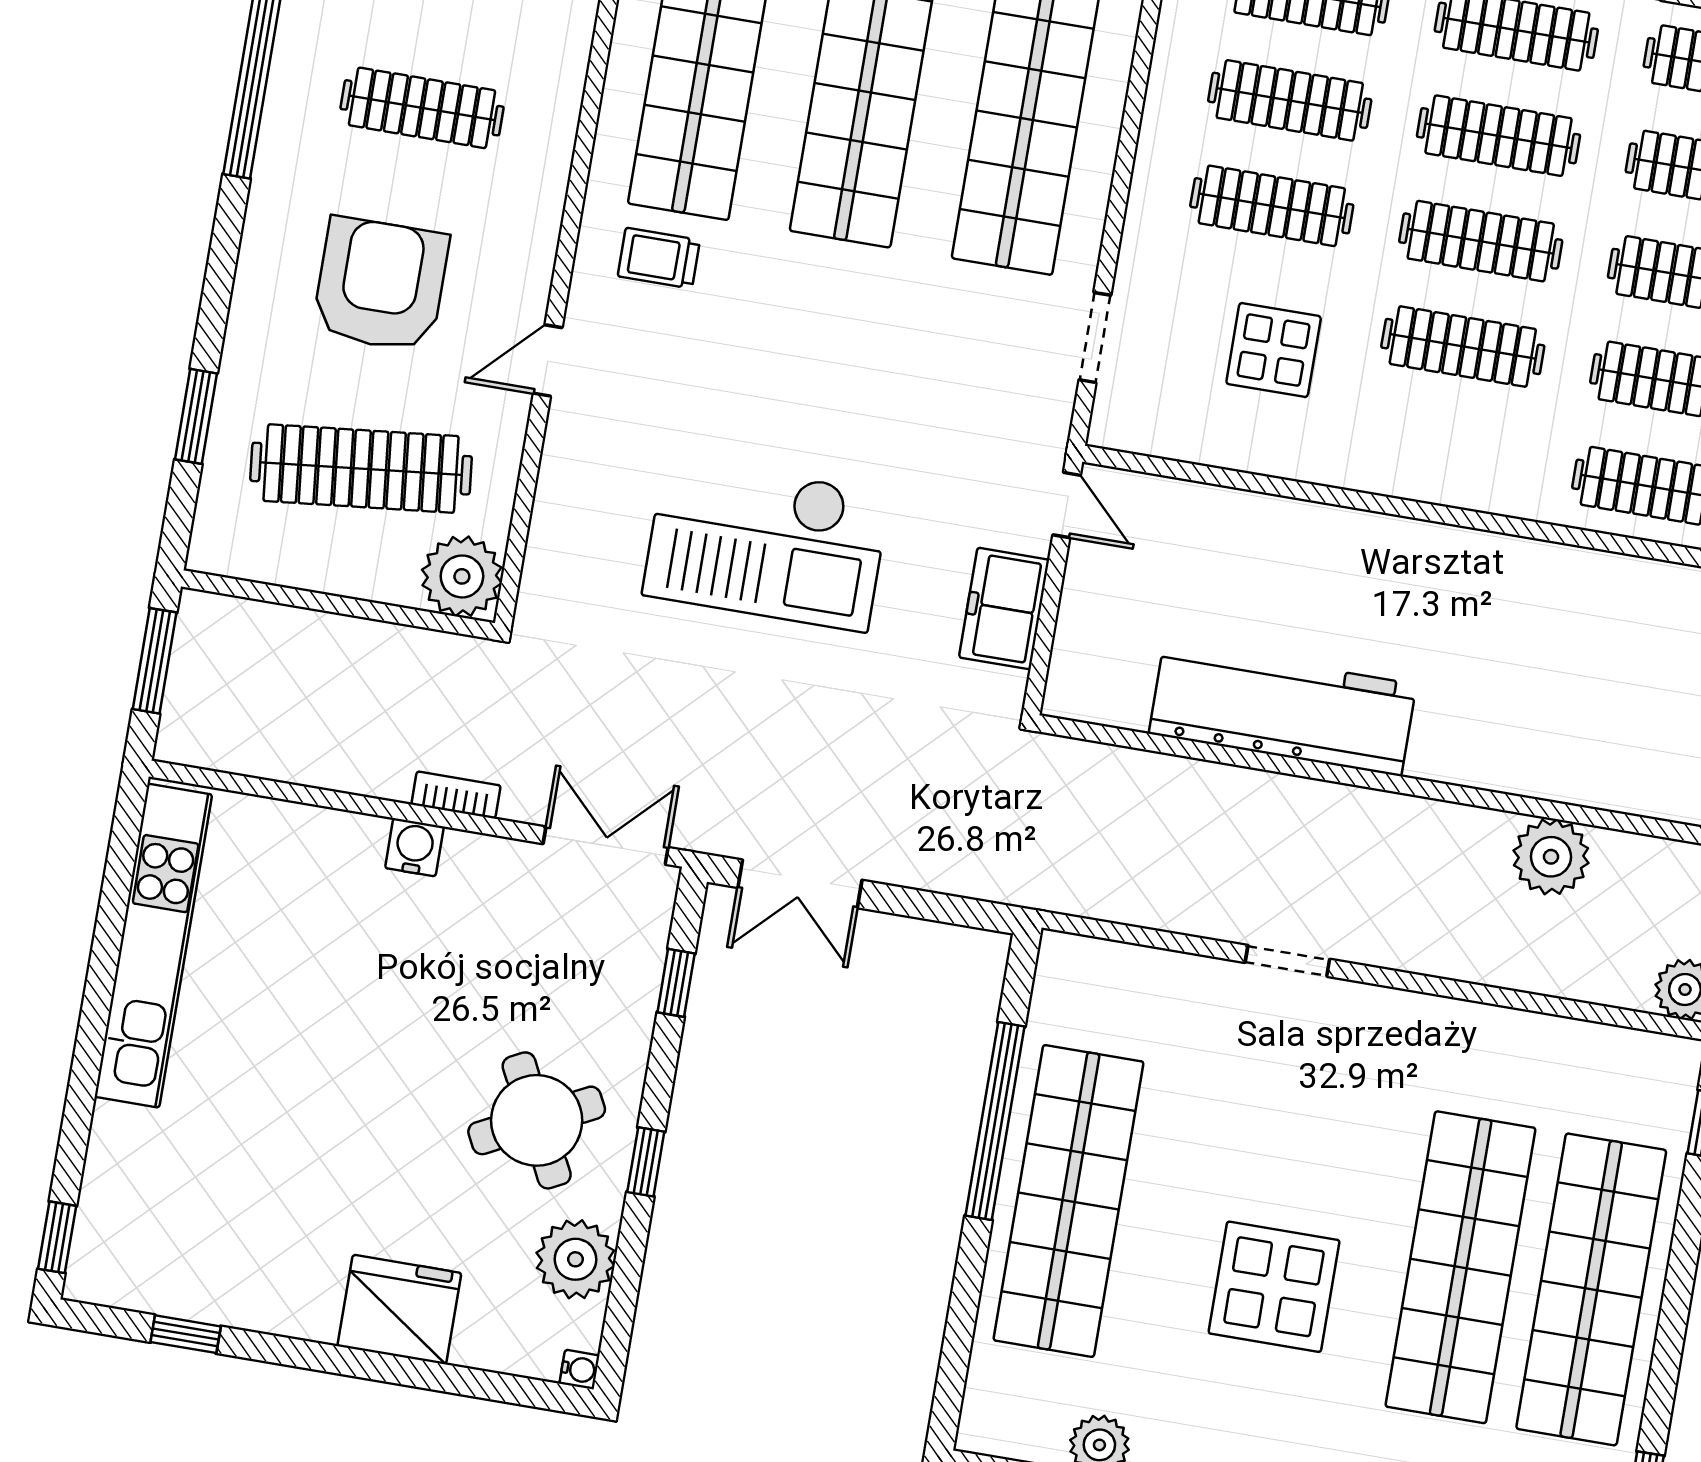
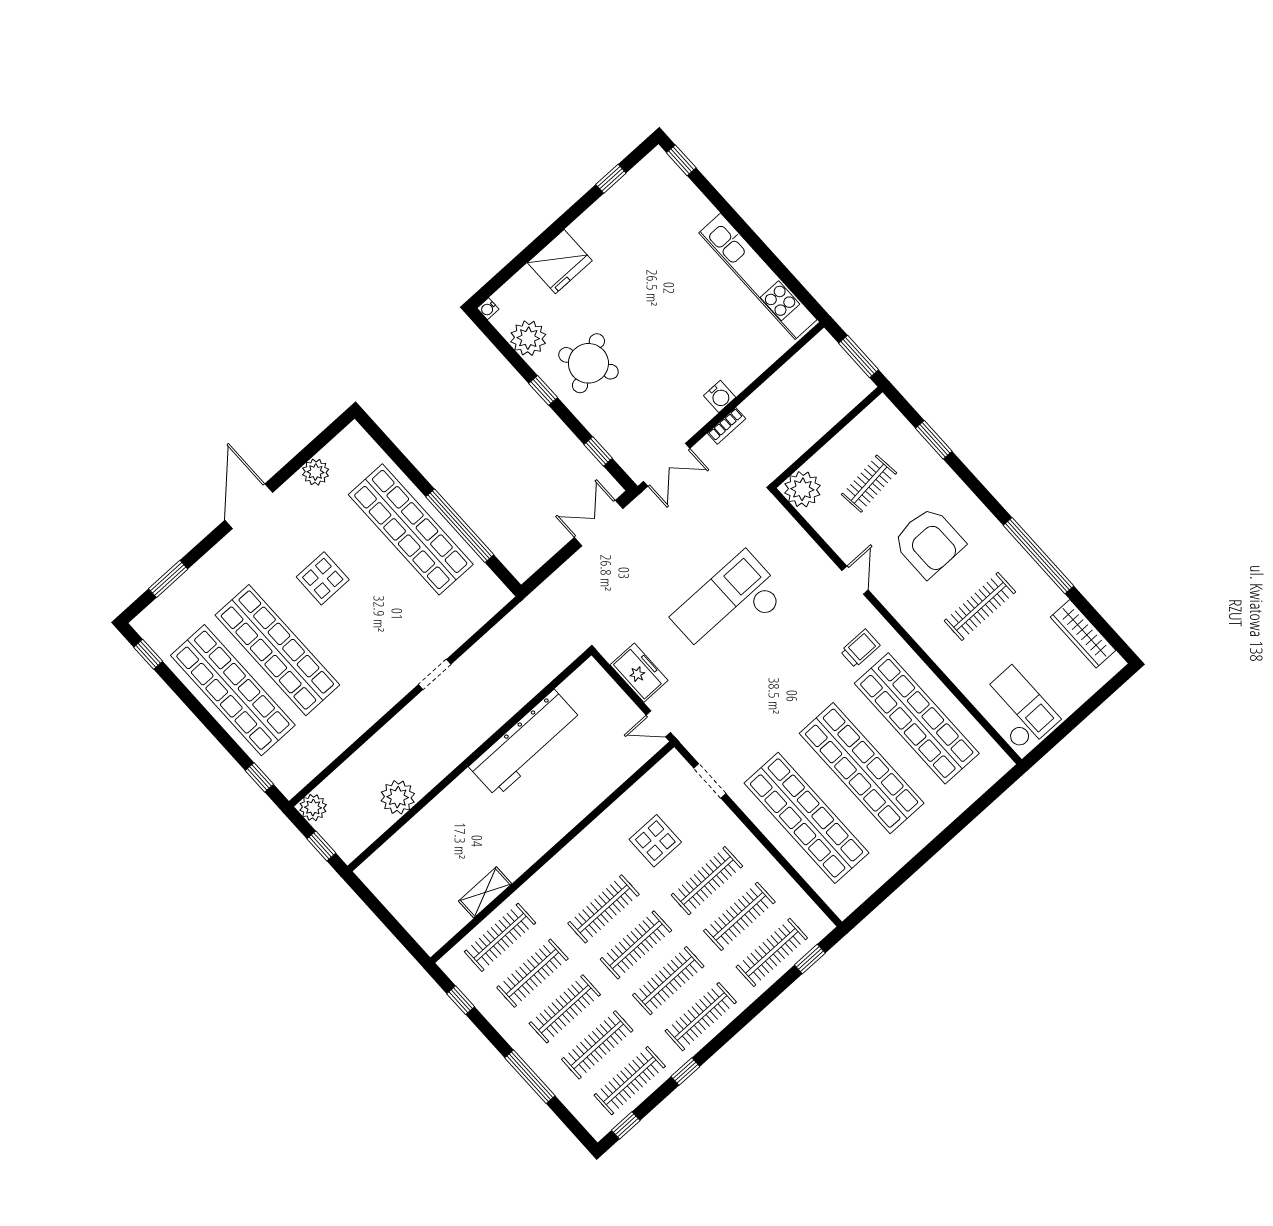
clothes rail: (361, 469) -> (869, 484), width x0.54, depth x0.76
shelving: (1597, 575) -> (485, 892), added
display table: (1274, 1287) -> (323, 578), width x0.73, depth x0.73

